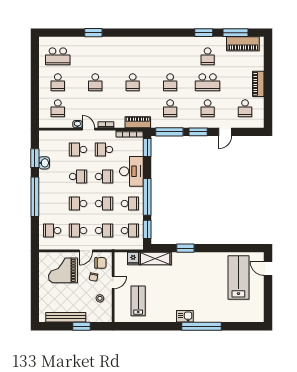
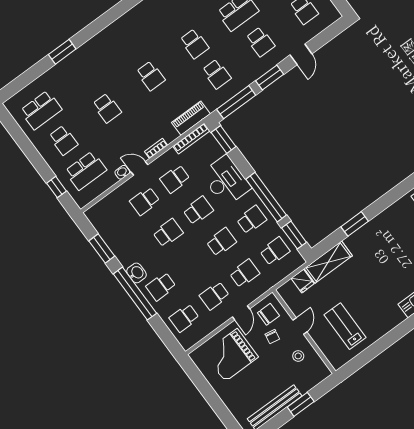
window: (35, 105) -> (56, 187), added
school desk: (58, 108) -> (86, 171), width x1.85
washbasin: (44, 163) -> (137, 273), moved
school desk: (78, 203) -> (161, 287), moved

